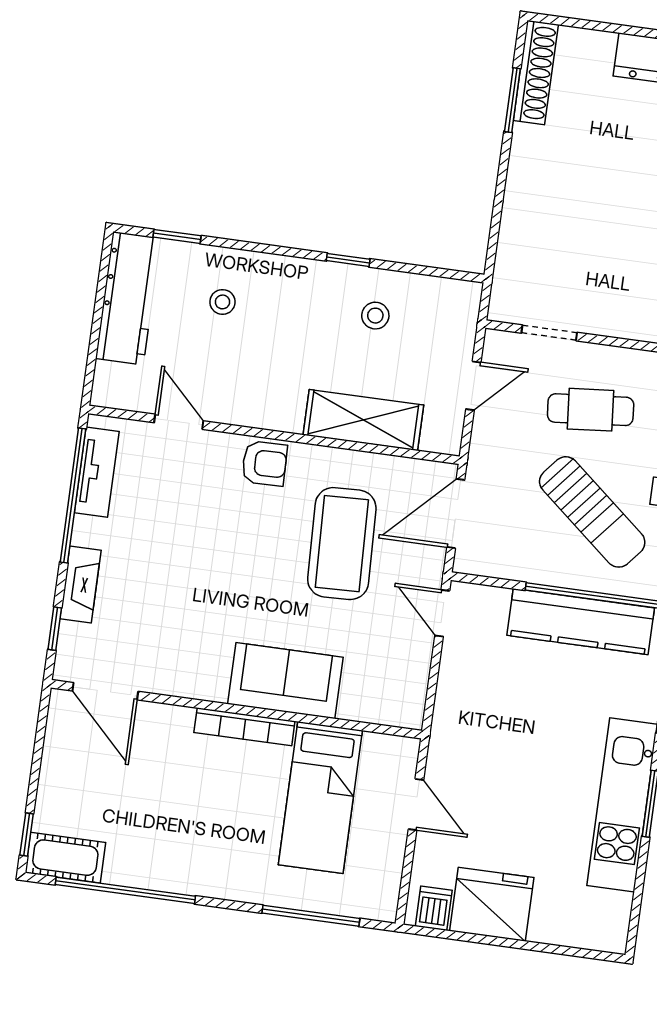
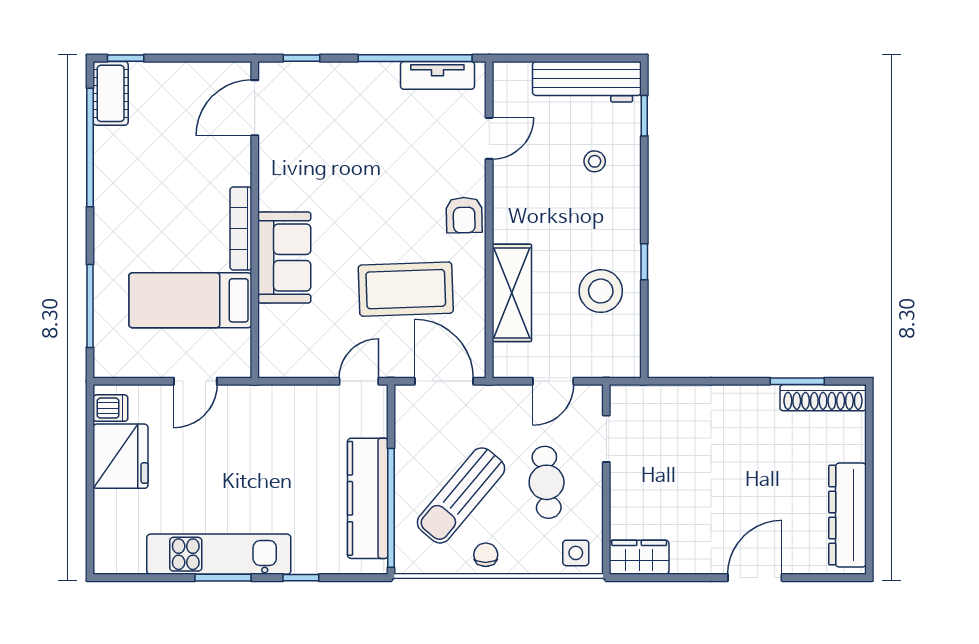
stool: (375, 316) -> (601, 291), width x1.89, depth x1.89
door: (473, 386) -> (553, 381), hinge flipped
fireplace: (80, 585) -> (341, 75), removed

